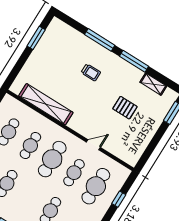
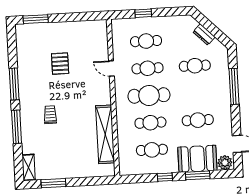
shelving: (153, 84) -> (29, 167), moved
cafe table: (96, 186) -> (146, 41), width x0.73, depth x0.74

